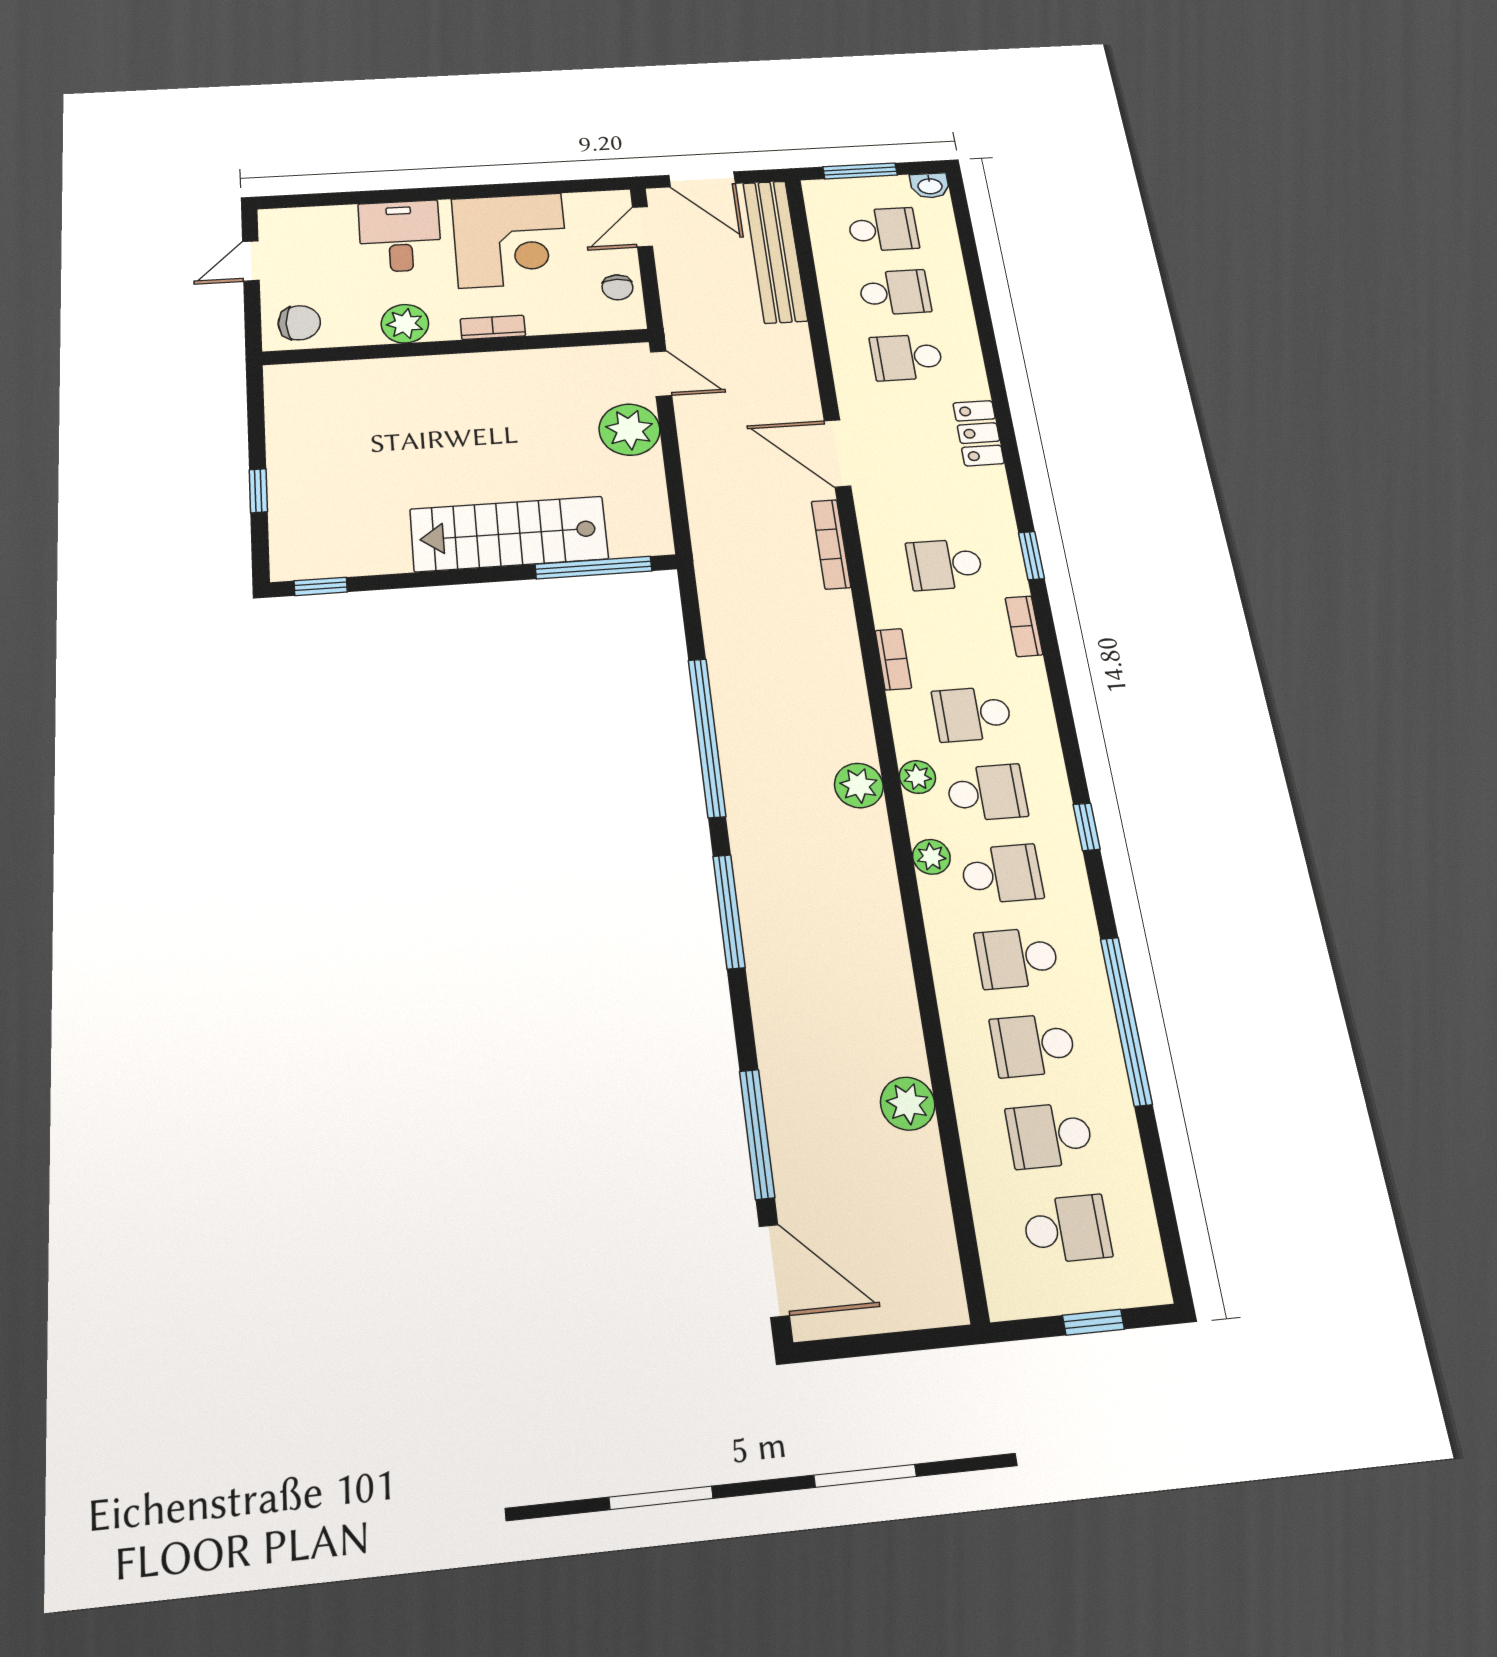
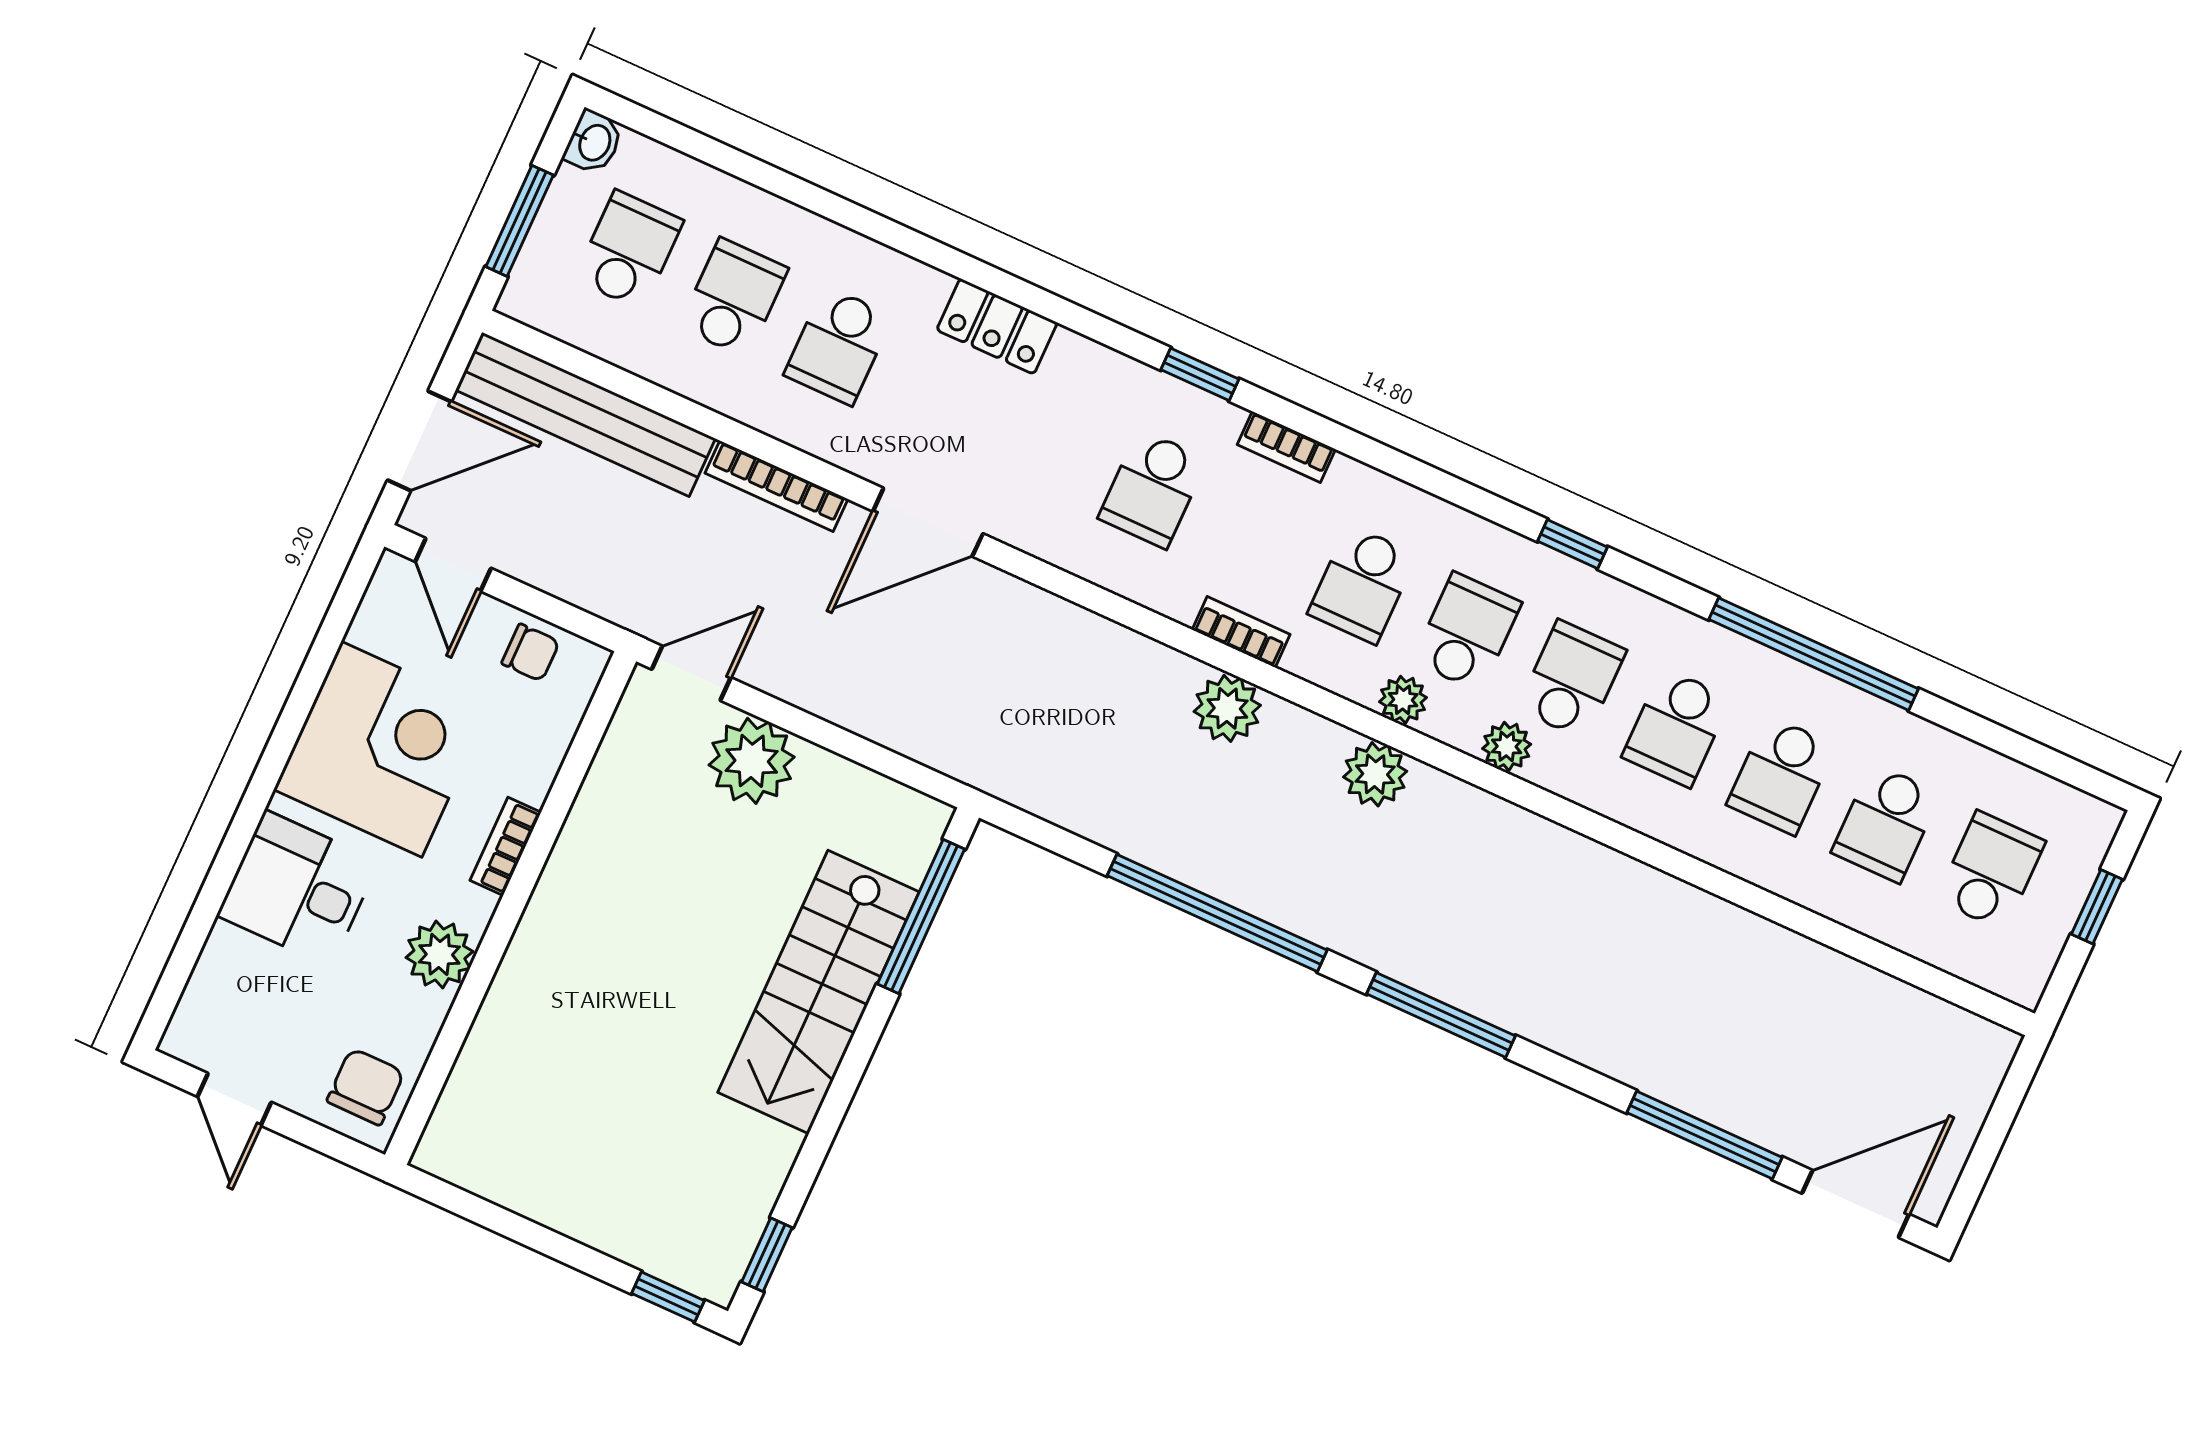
window: (258, 491) -> (668, 1297), moved
bookcase: (831, 544) -> (777, 486), moved
plant: (908, 1104) -> (1227, 708), moved

